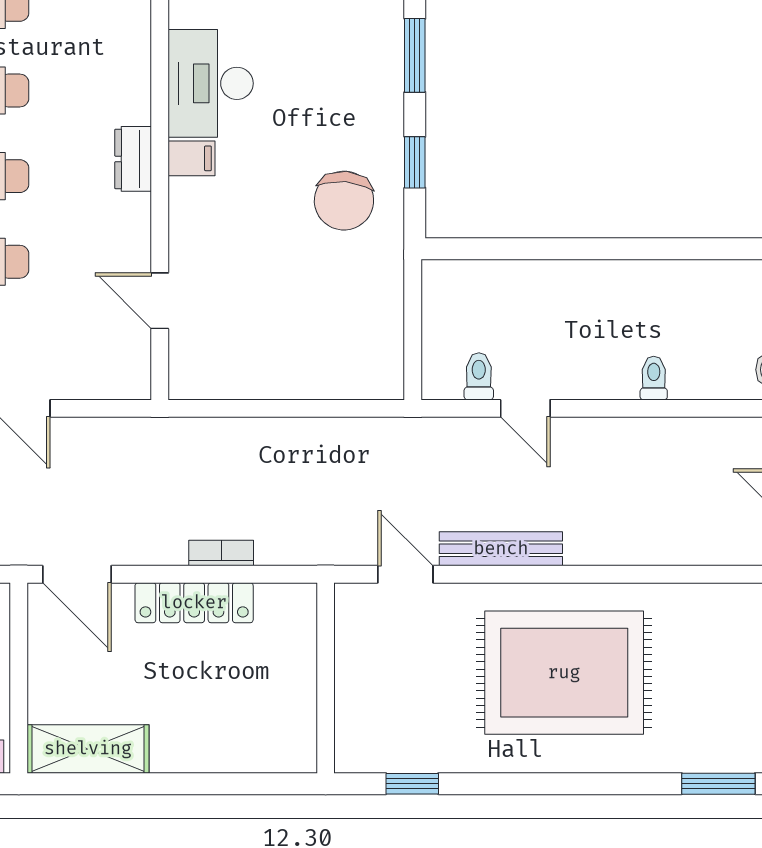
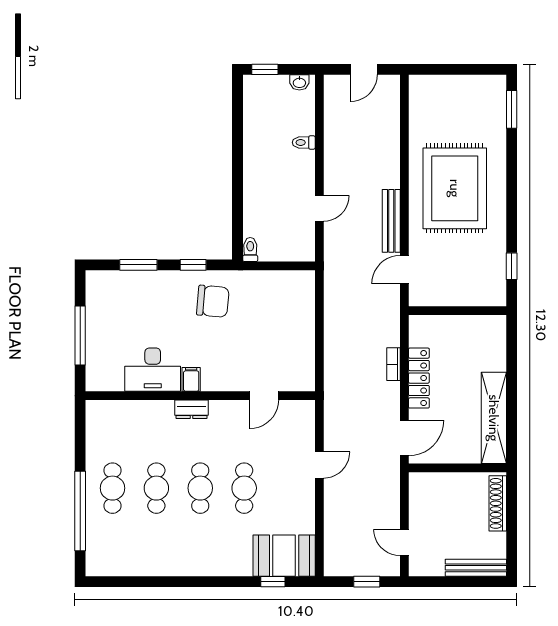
toilet: (479, 376) -> (250, 250), moved, turned 90
shelving: (88, 749) -> (494, 418), width x1.47

